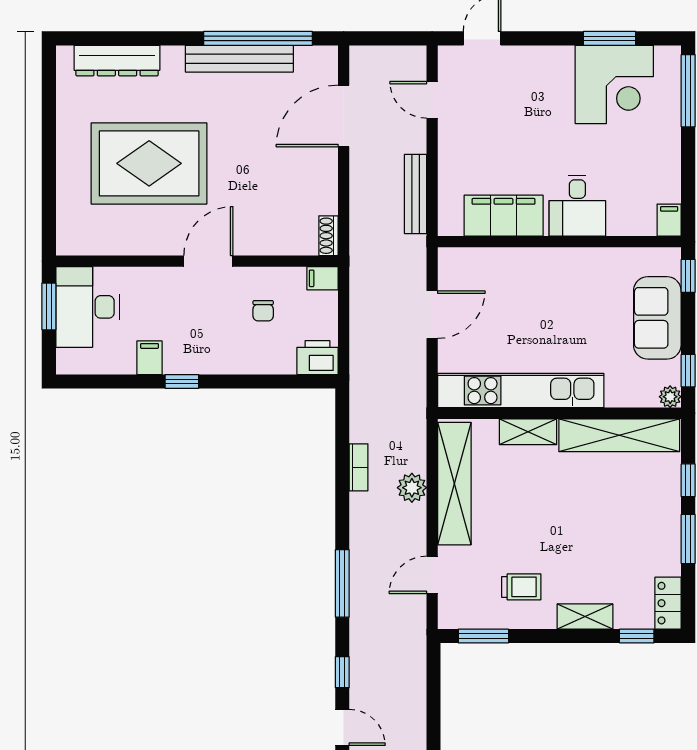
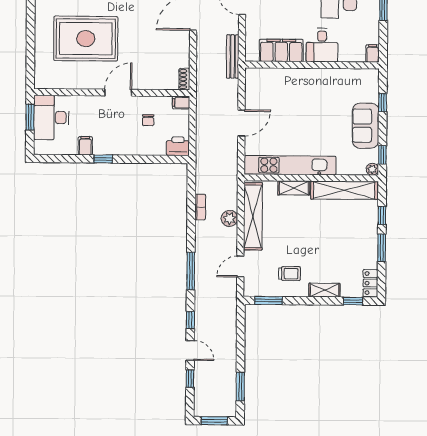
desk: (577, 206) -> (322, 45), moved
filing cabinet: (504, 216) -> (281, 50), moved
filing cabinet: (669, 220) -> (373, 53), moved
wall: (559, 242) -> (312, 65), moved

